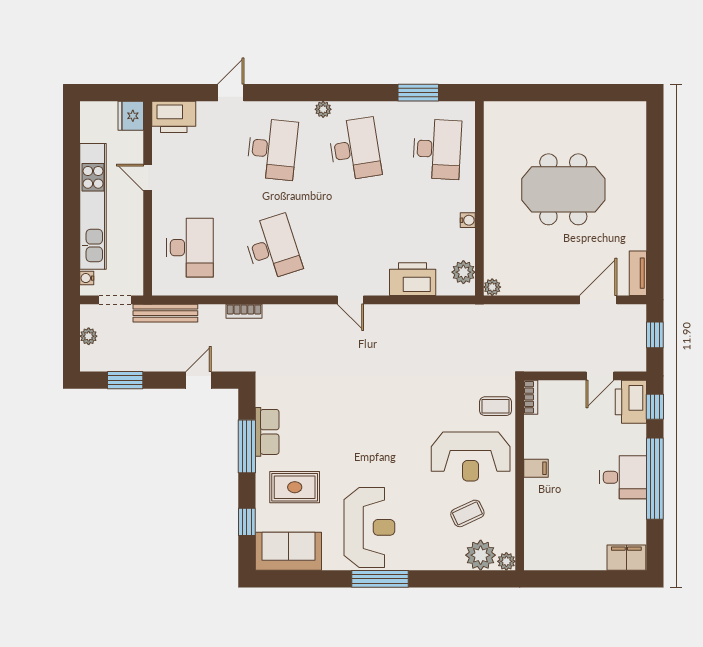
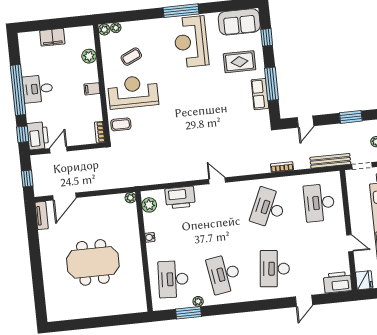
plant: (323, 109) -> (198, 301), moved
desk: (272, 248) -> (268, 208), turned 42
plant: (535, 521) -> (89, 56), added
plant: (481, 555) -> (116, 28), width x0.53, depth x0.53
filing cabinet: (626, 558) -> (52, 37), moved

